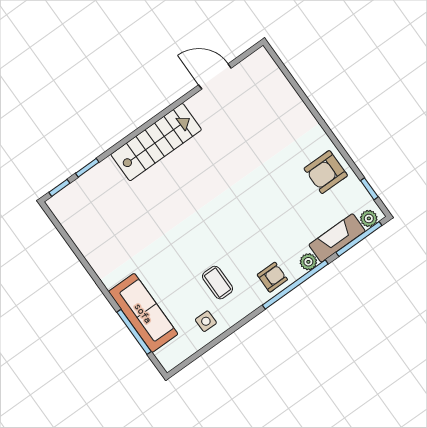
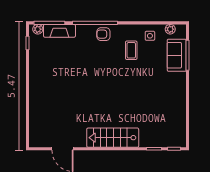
armchair: (326, 172) -> (42, 66), removed
plant: (308, 262) -> (170, 29), moved
sofa: (143, 313) -> (177, 55), width x0.73

